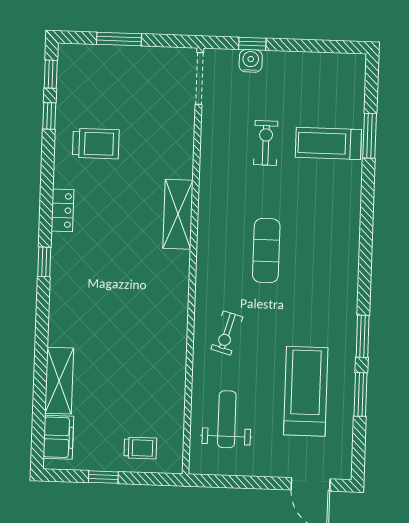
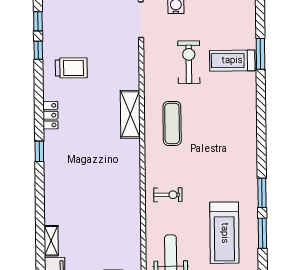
exercise bike: (266, 143) -> (189, 62), width x1.38, depth x1.39
exercise mat: (266, 251) -> (172, 123), moved
exercise bike: (227, 333) -> (168, 195), turned -106
shelving: (59, 381) -> (51, 241), width x0.67, depth x0.75
treadmill: (306, 391) -> (224, 233), turned 180

